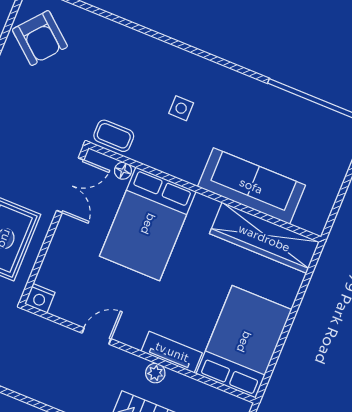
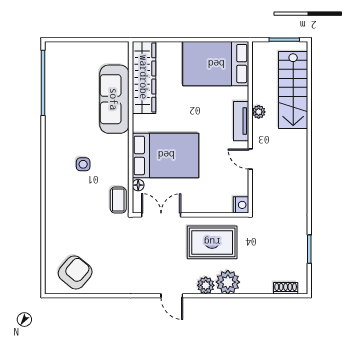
tv unit: (172, 352) -> (241, 121), moved

